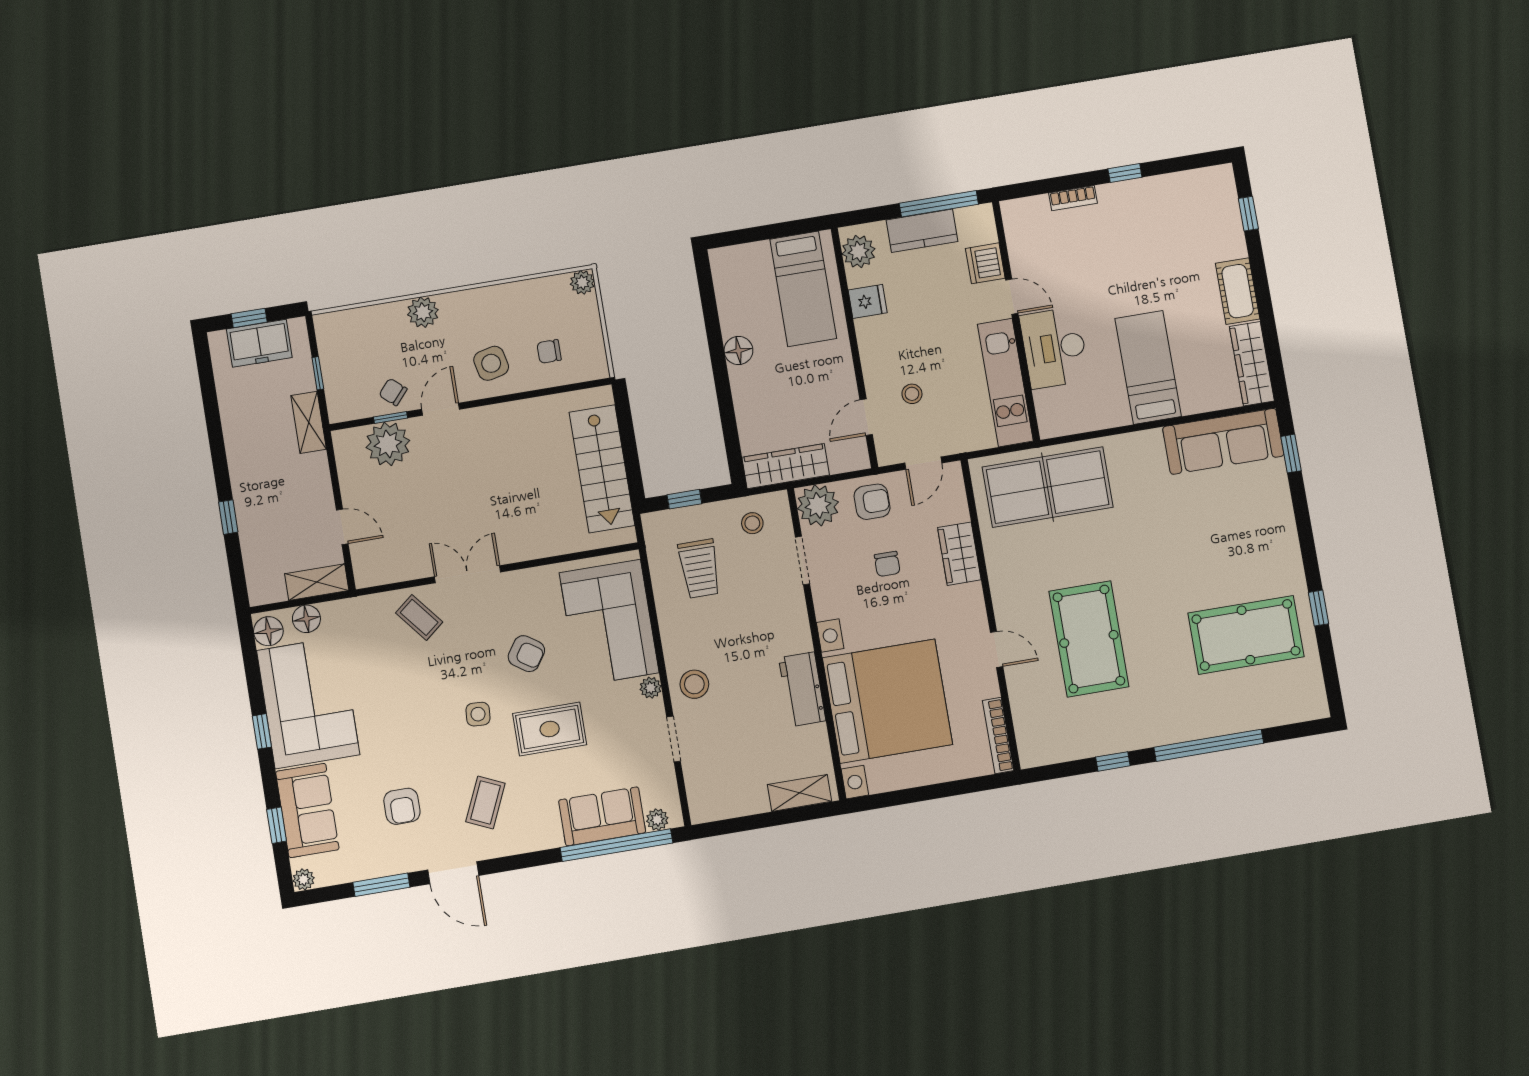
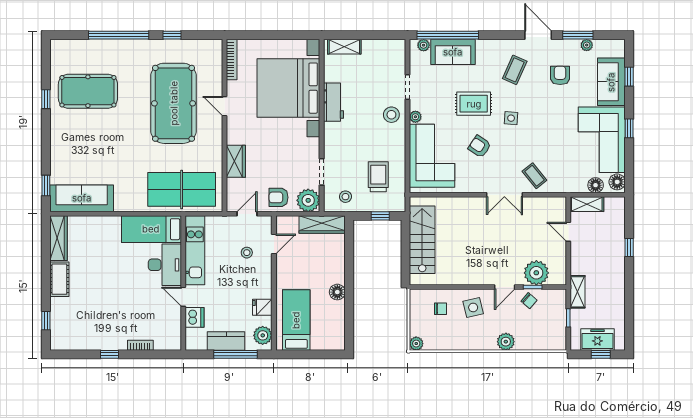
window: (939, 204) -> (236, 354), moved
bed: (1148, 367) -> (151, 229), moved, turned 90
chair: (887, 564) -> (276, 162), removed
pool table: (1089, 639) -> (174, 103), width x1.36, depth x1.32
plant: (304, 879) -> (587, 45), moved

